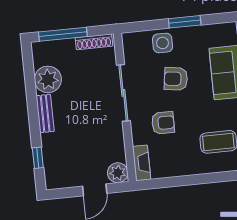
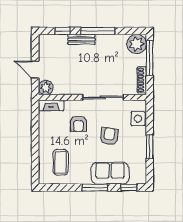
side table: (163, 43) -> (138, 119), moved
plant: (48, 79) -> (137, 44), moved
window: (33, 109) -> (98, 31), added
bench: (45, 114) -> (81, 39), moved

